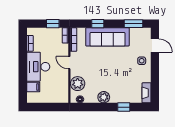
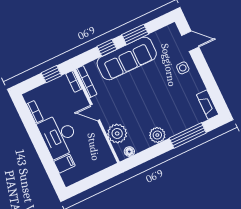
window: (134, 24) -> (135, 34), moved
window: (124, 107) -> (188, 135), width x2.17

